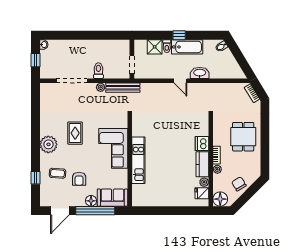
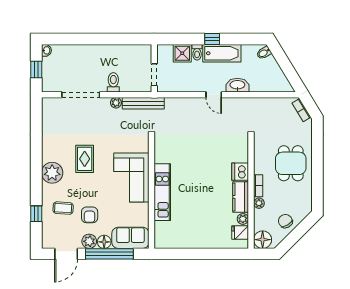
plant: (79, 200) -> (89, 241), added

